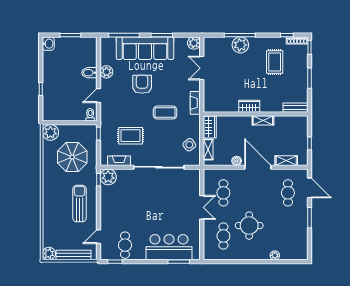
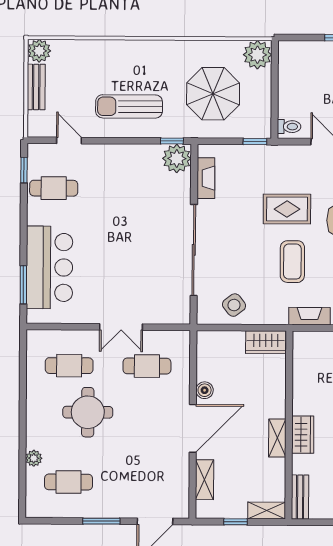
wardrobe: (249, 106) -> (303, 435), moved
rug: (131, 136) -> (287, 209), moved, turned 90
shelving: (208, 149) -> (267, 510), moved
cafe table: (288, 193) -> (69, 482), moved
sun lounger: (79, 204) -> (129, 106), turned 180
bench: (74, 255) -> (36, 87), width x0.73

